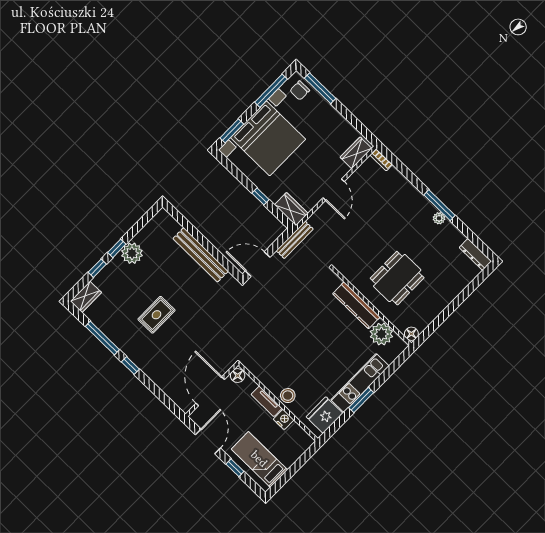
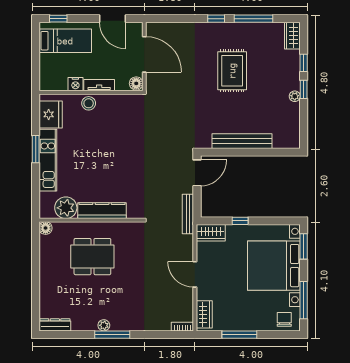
window: (320, 88) -> (239, 335), moved
plant: (132, 253) -> (295, 96), width x0.53, depth x0.53
dining table: (397, 278) -> (92, 257), turned 90
rug: (157, 315) -> (232, 71), width x1.36, depth x1.43
window: (235, 468) -> (58, 19), moved

